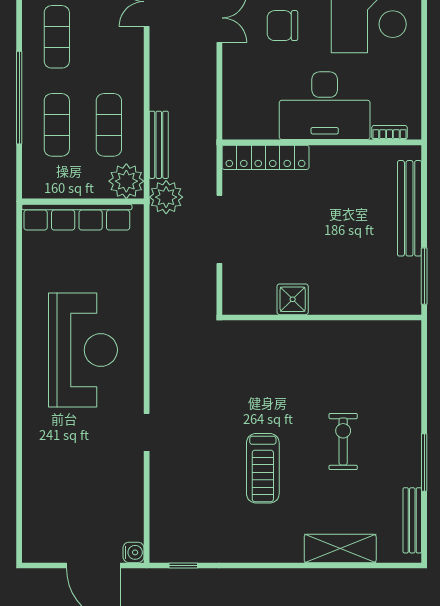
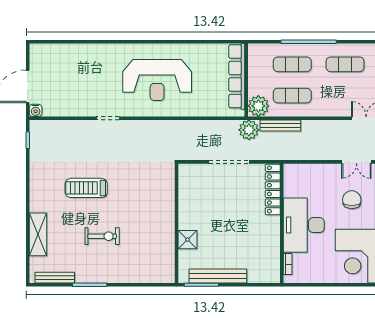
bench: (410, 208) -> (218, 276), moved
shower: (293, 299) -> (188, 240), moved

